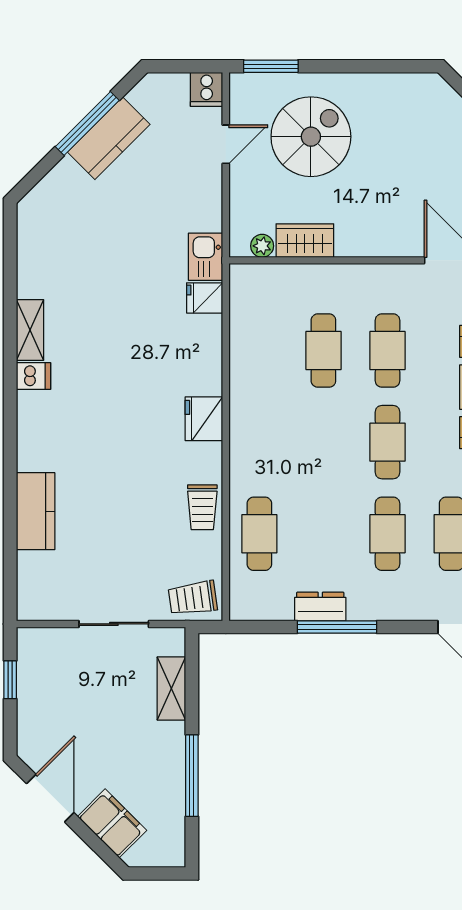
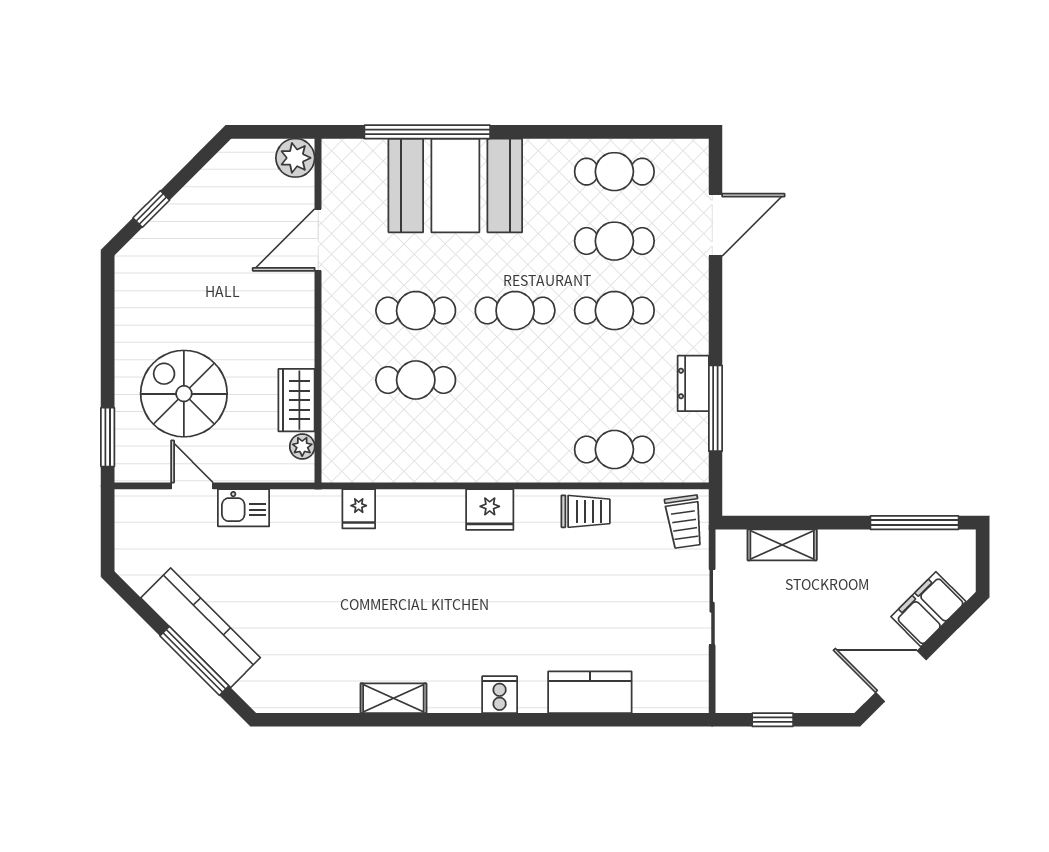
cooker: (207, 89) -> (500, 695), moved, turned -90
window: (87, 123) -> (194, 661), moved
kitchen counter: (109, 138) -> (201, 628), width x1.50
kitchen sink: (206, 257) -> (244, 508), moved
dishwasher: (33, 376) -> (443, 694), removed
window: (337, 627) -> (715, 408), moved
window: (192, 776) -> (914, 523), moved

